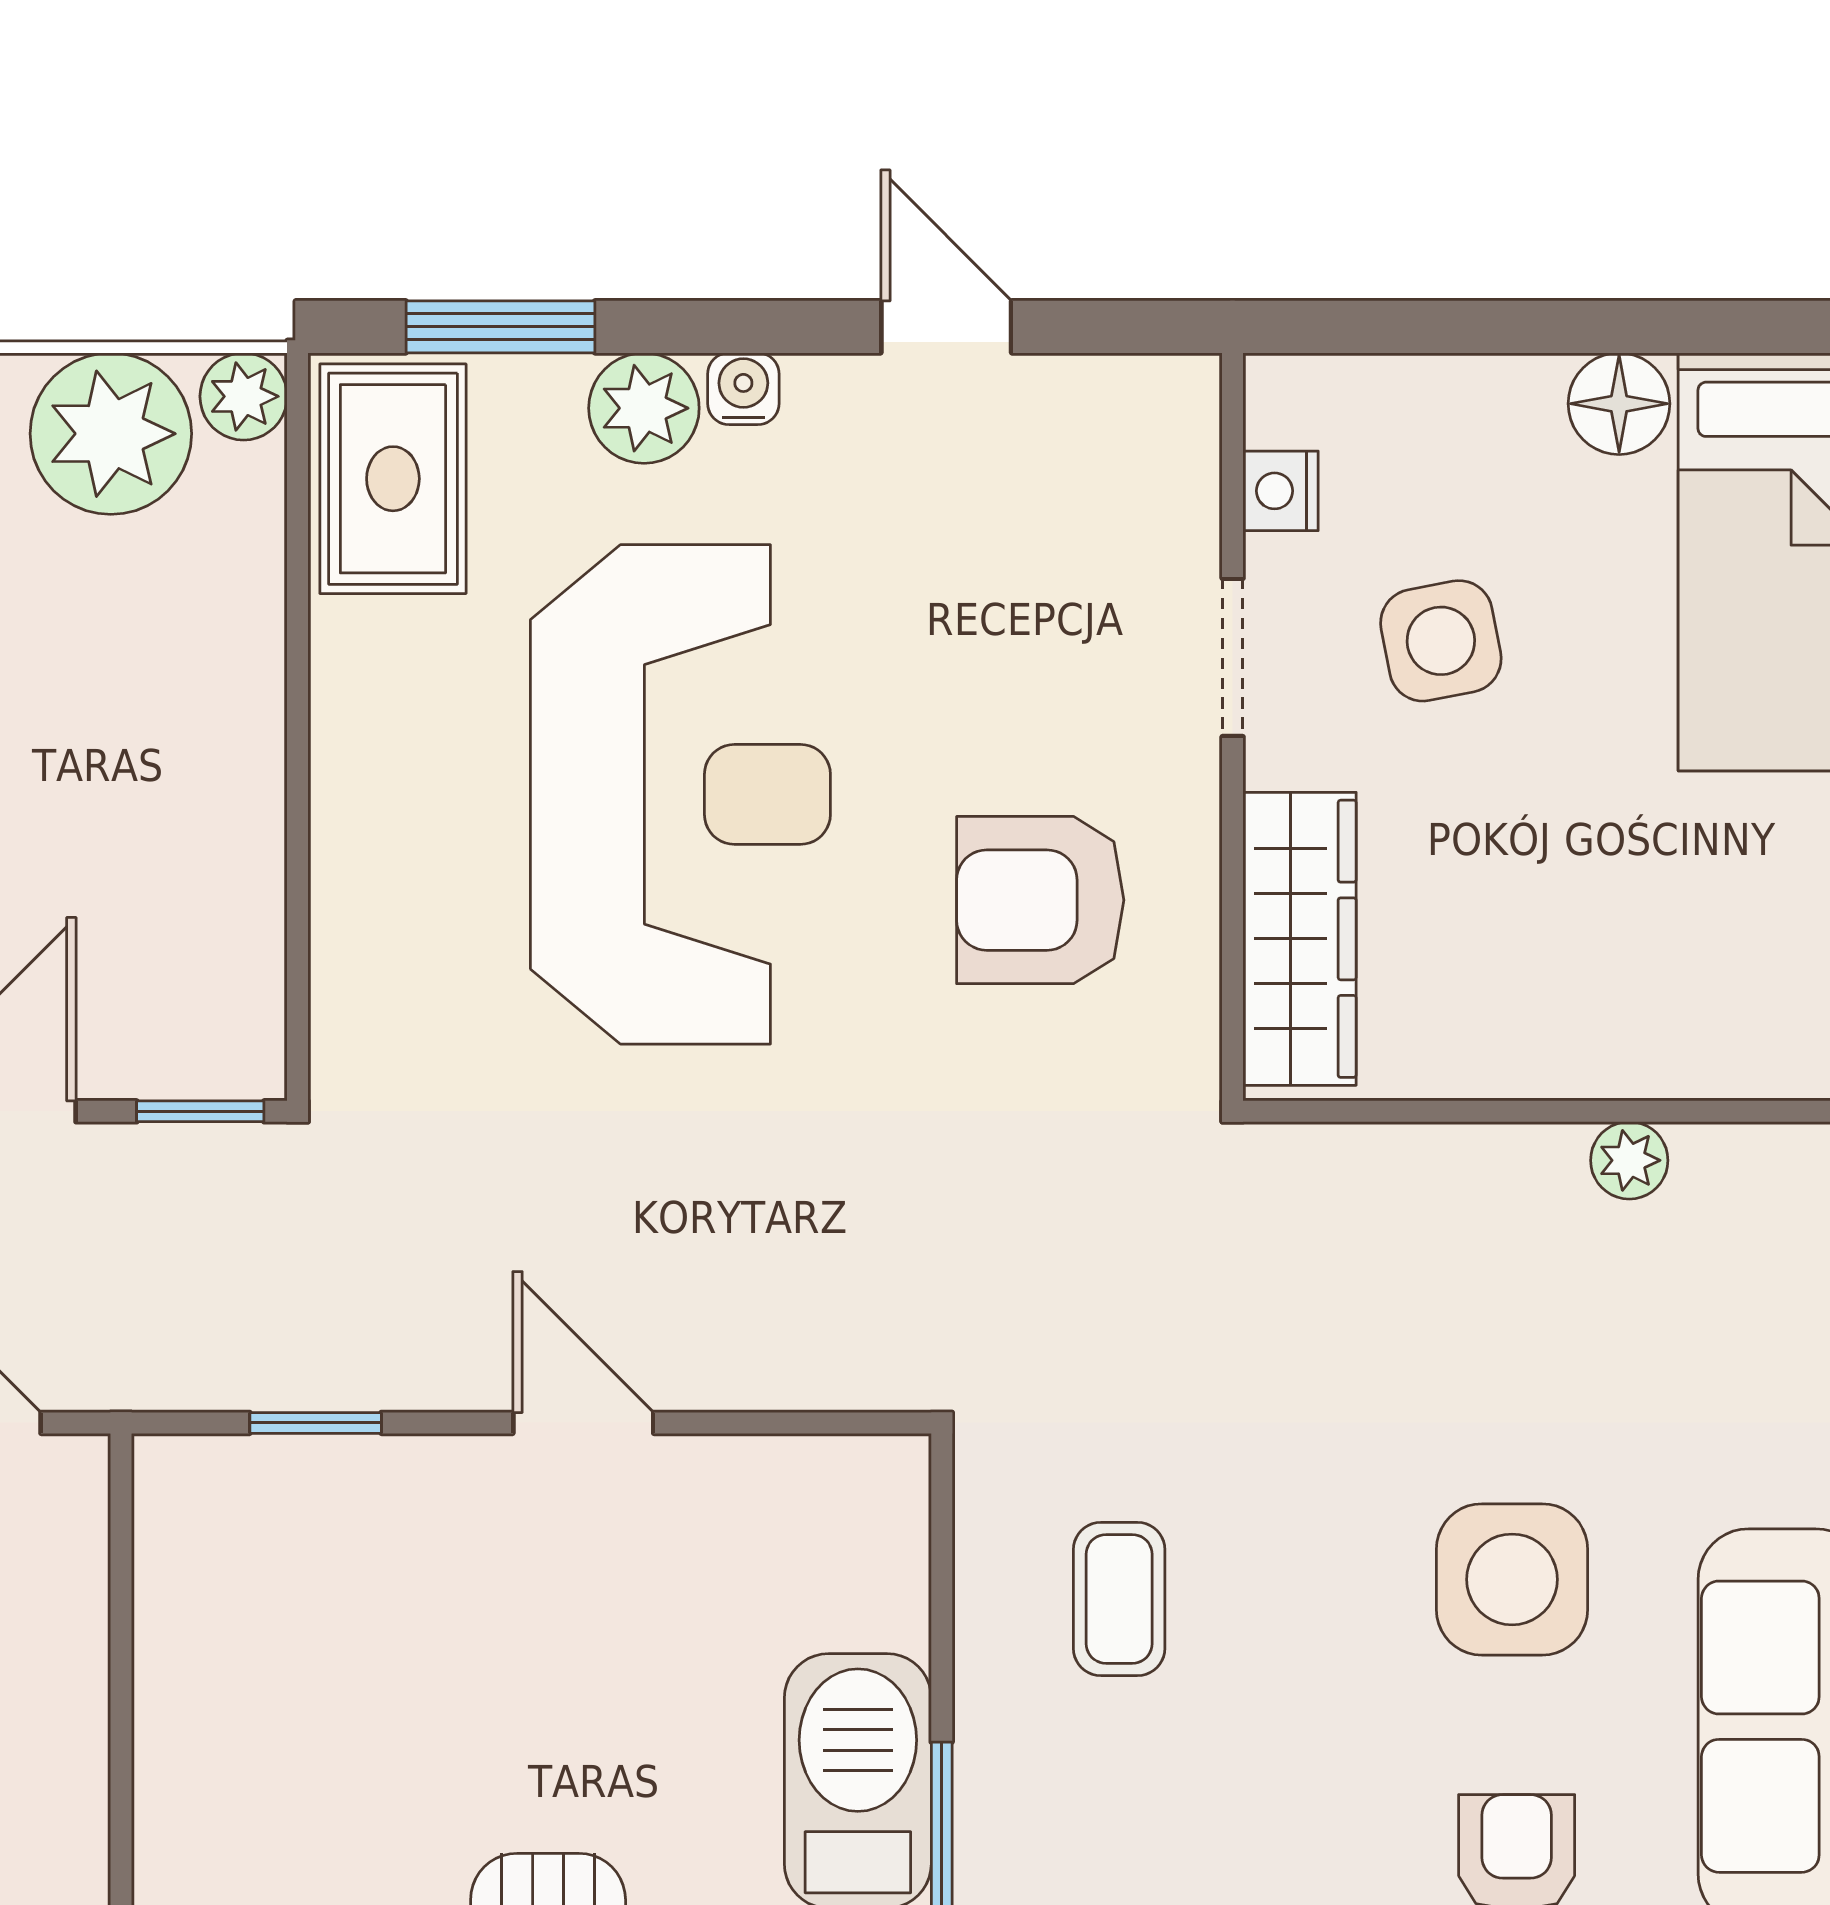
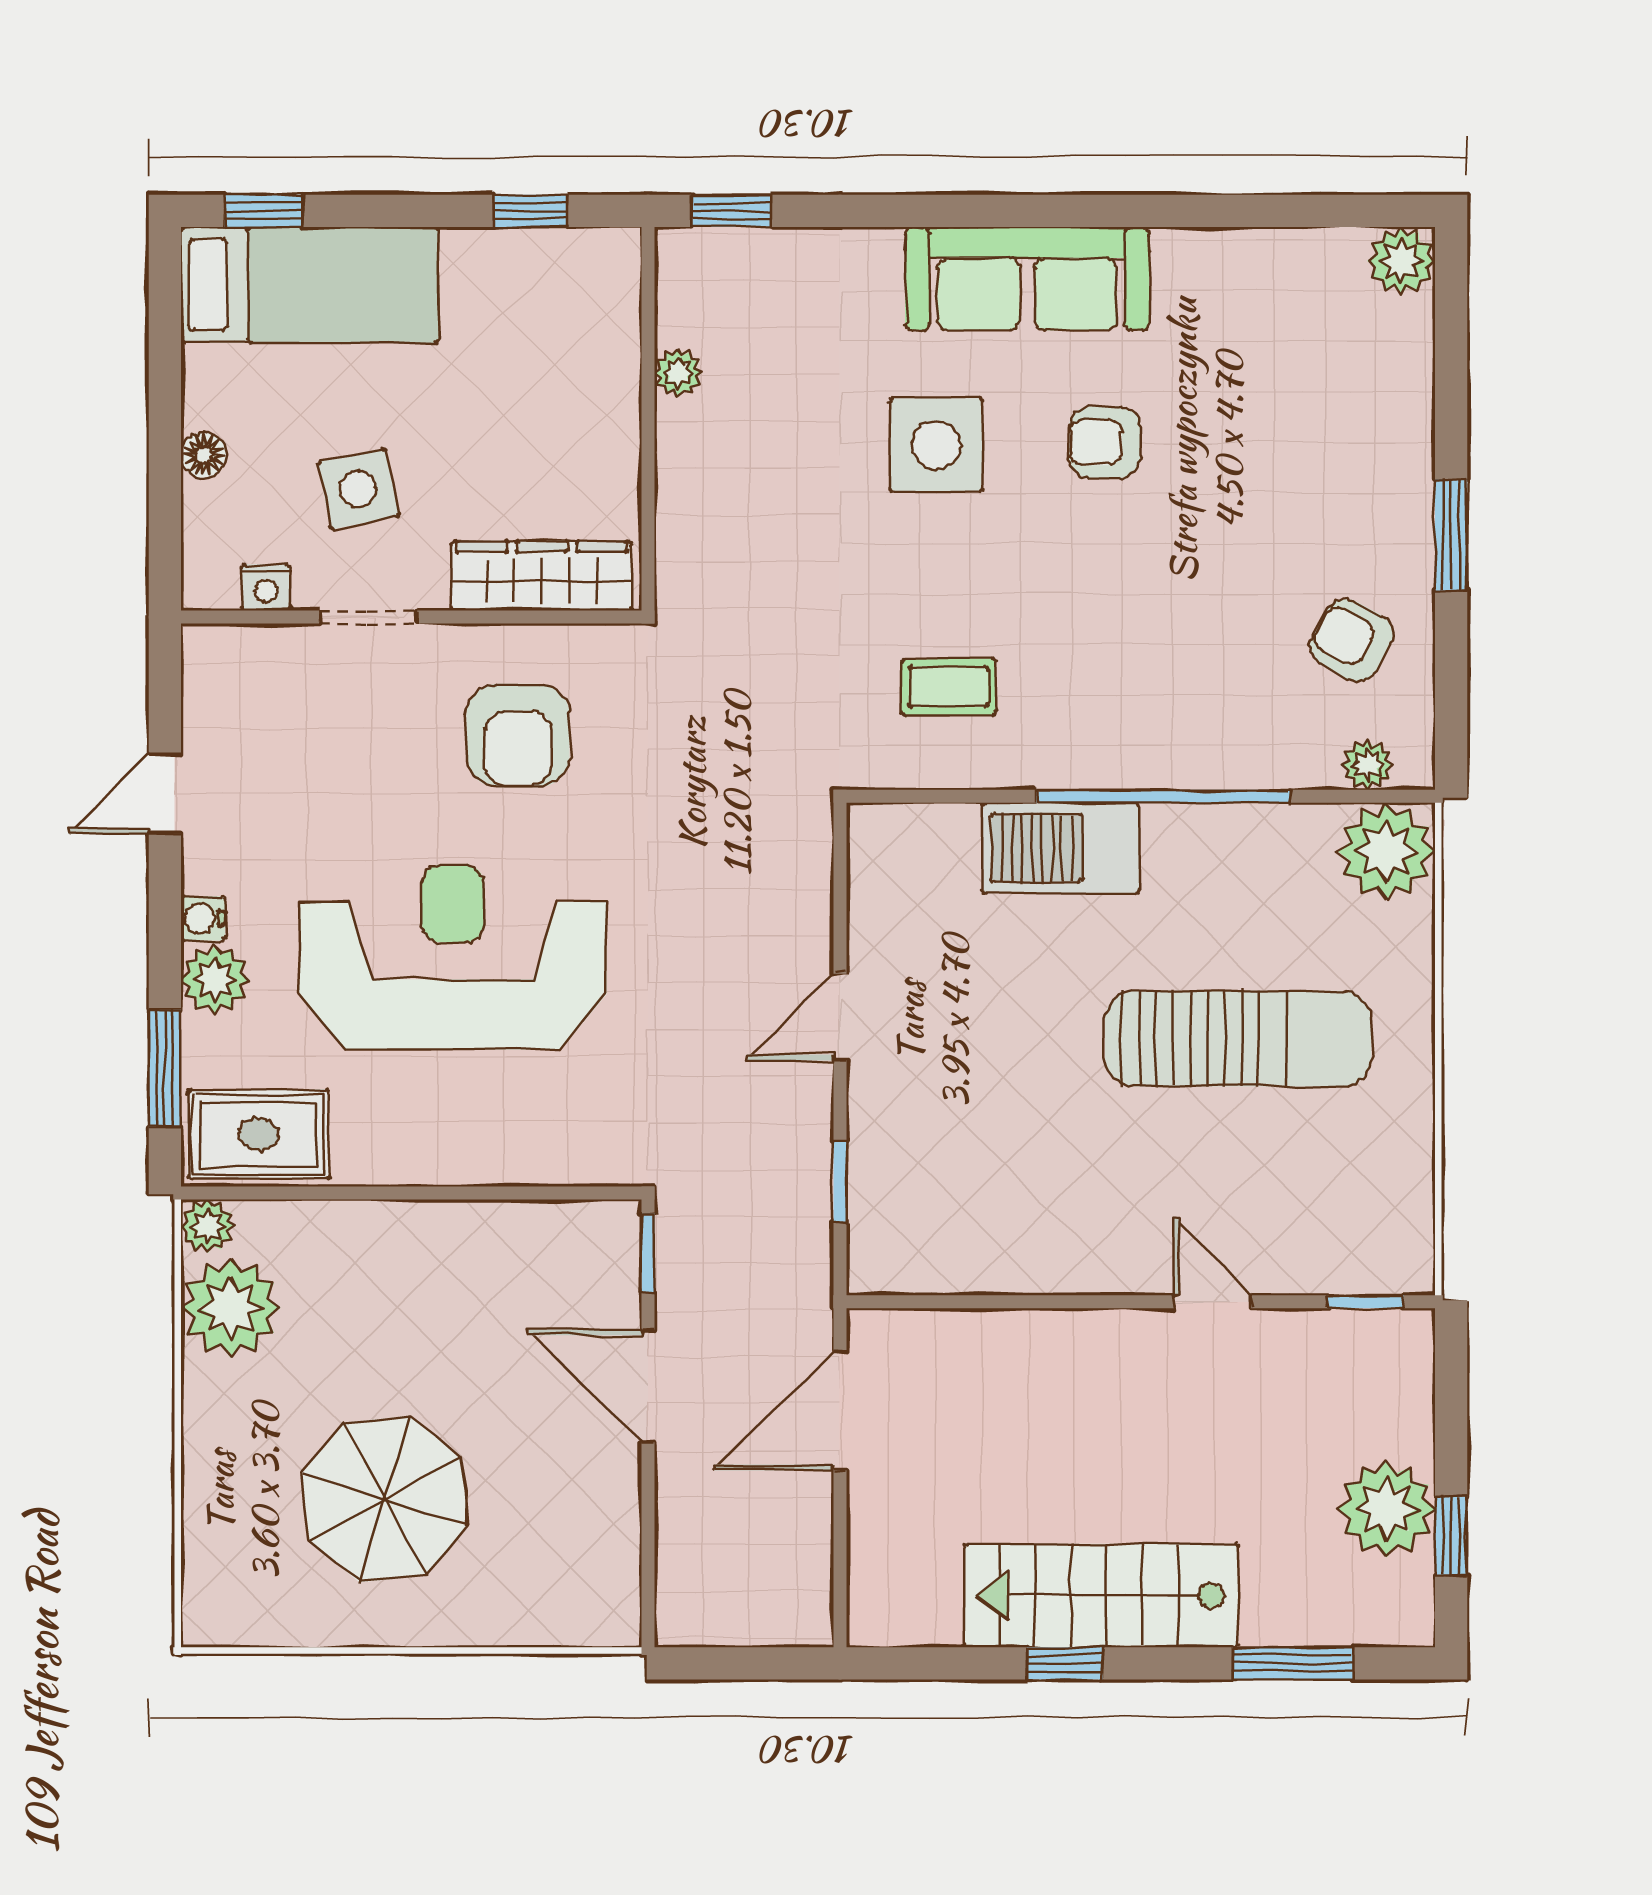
floor lamp: (1619, 404) -> (204, 455), moved, width x0.73, depth x0.73

